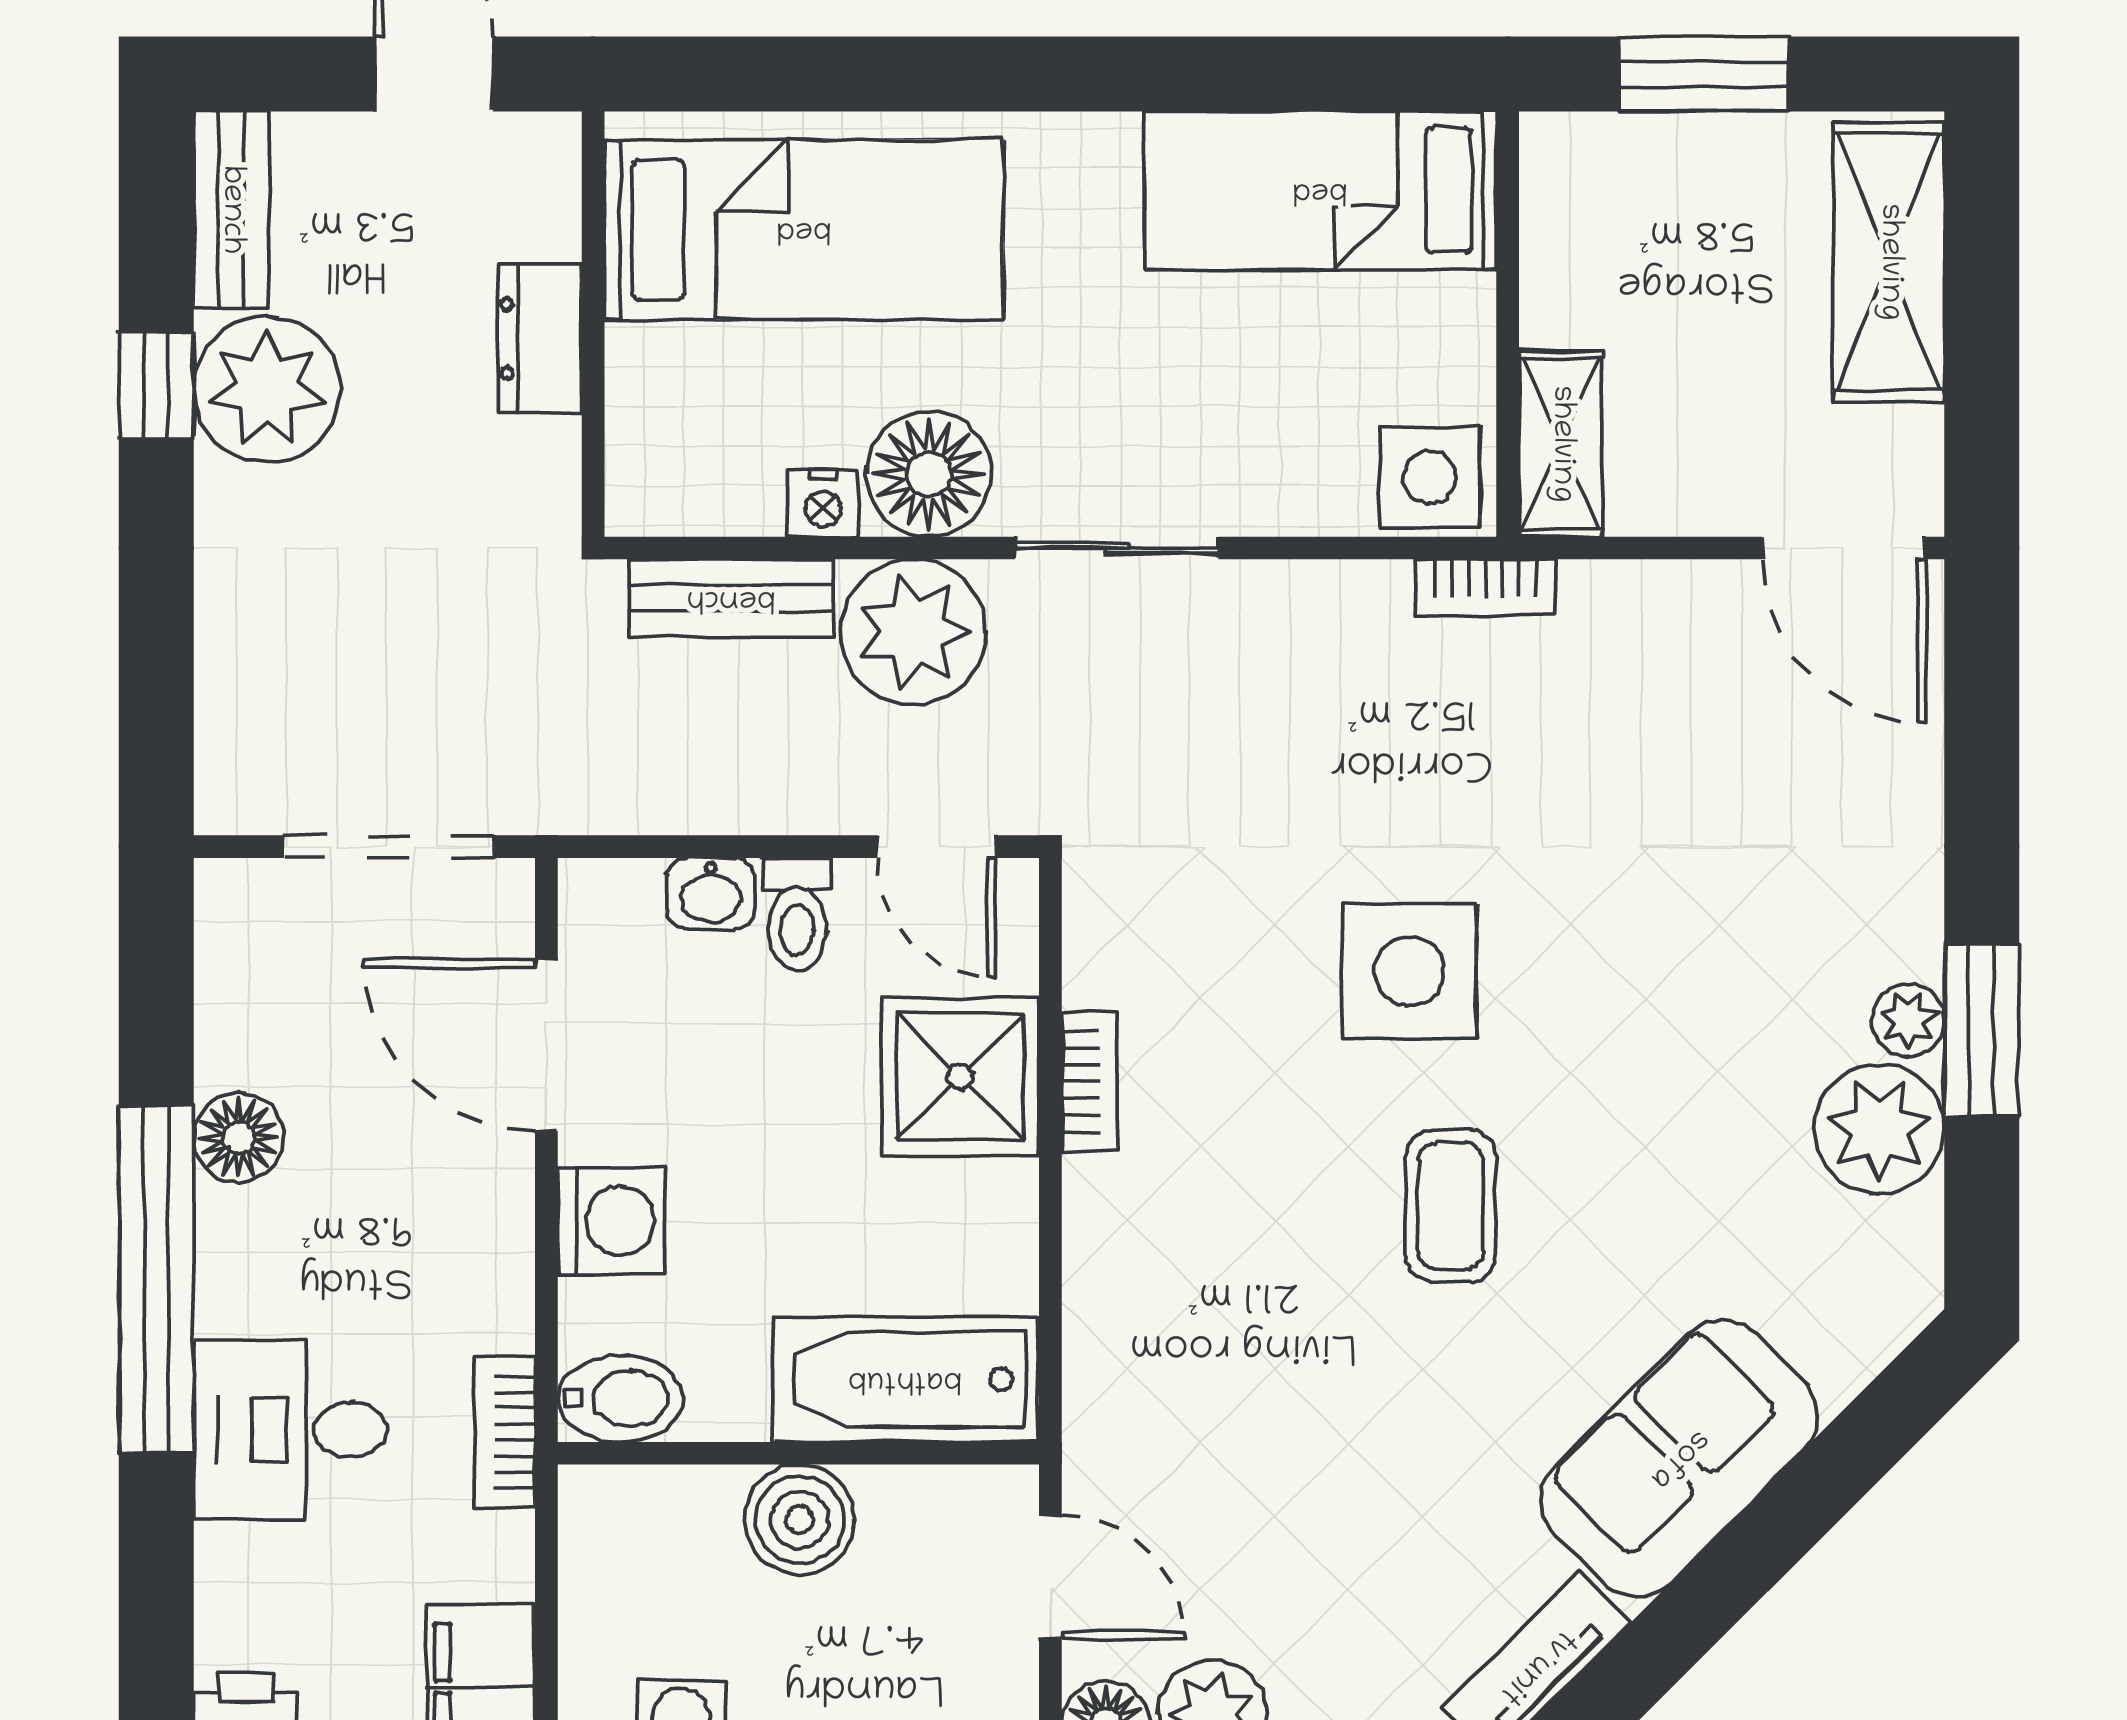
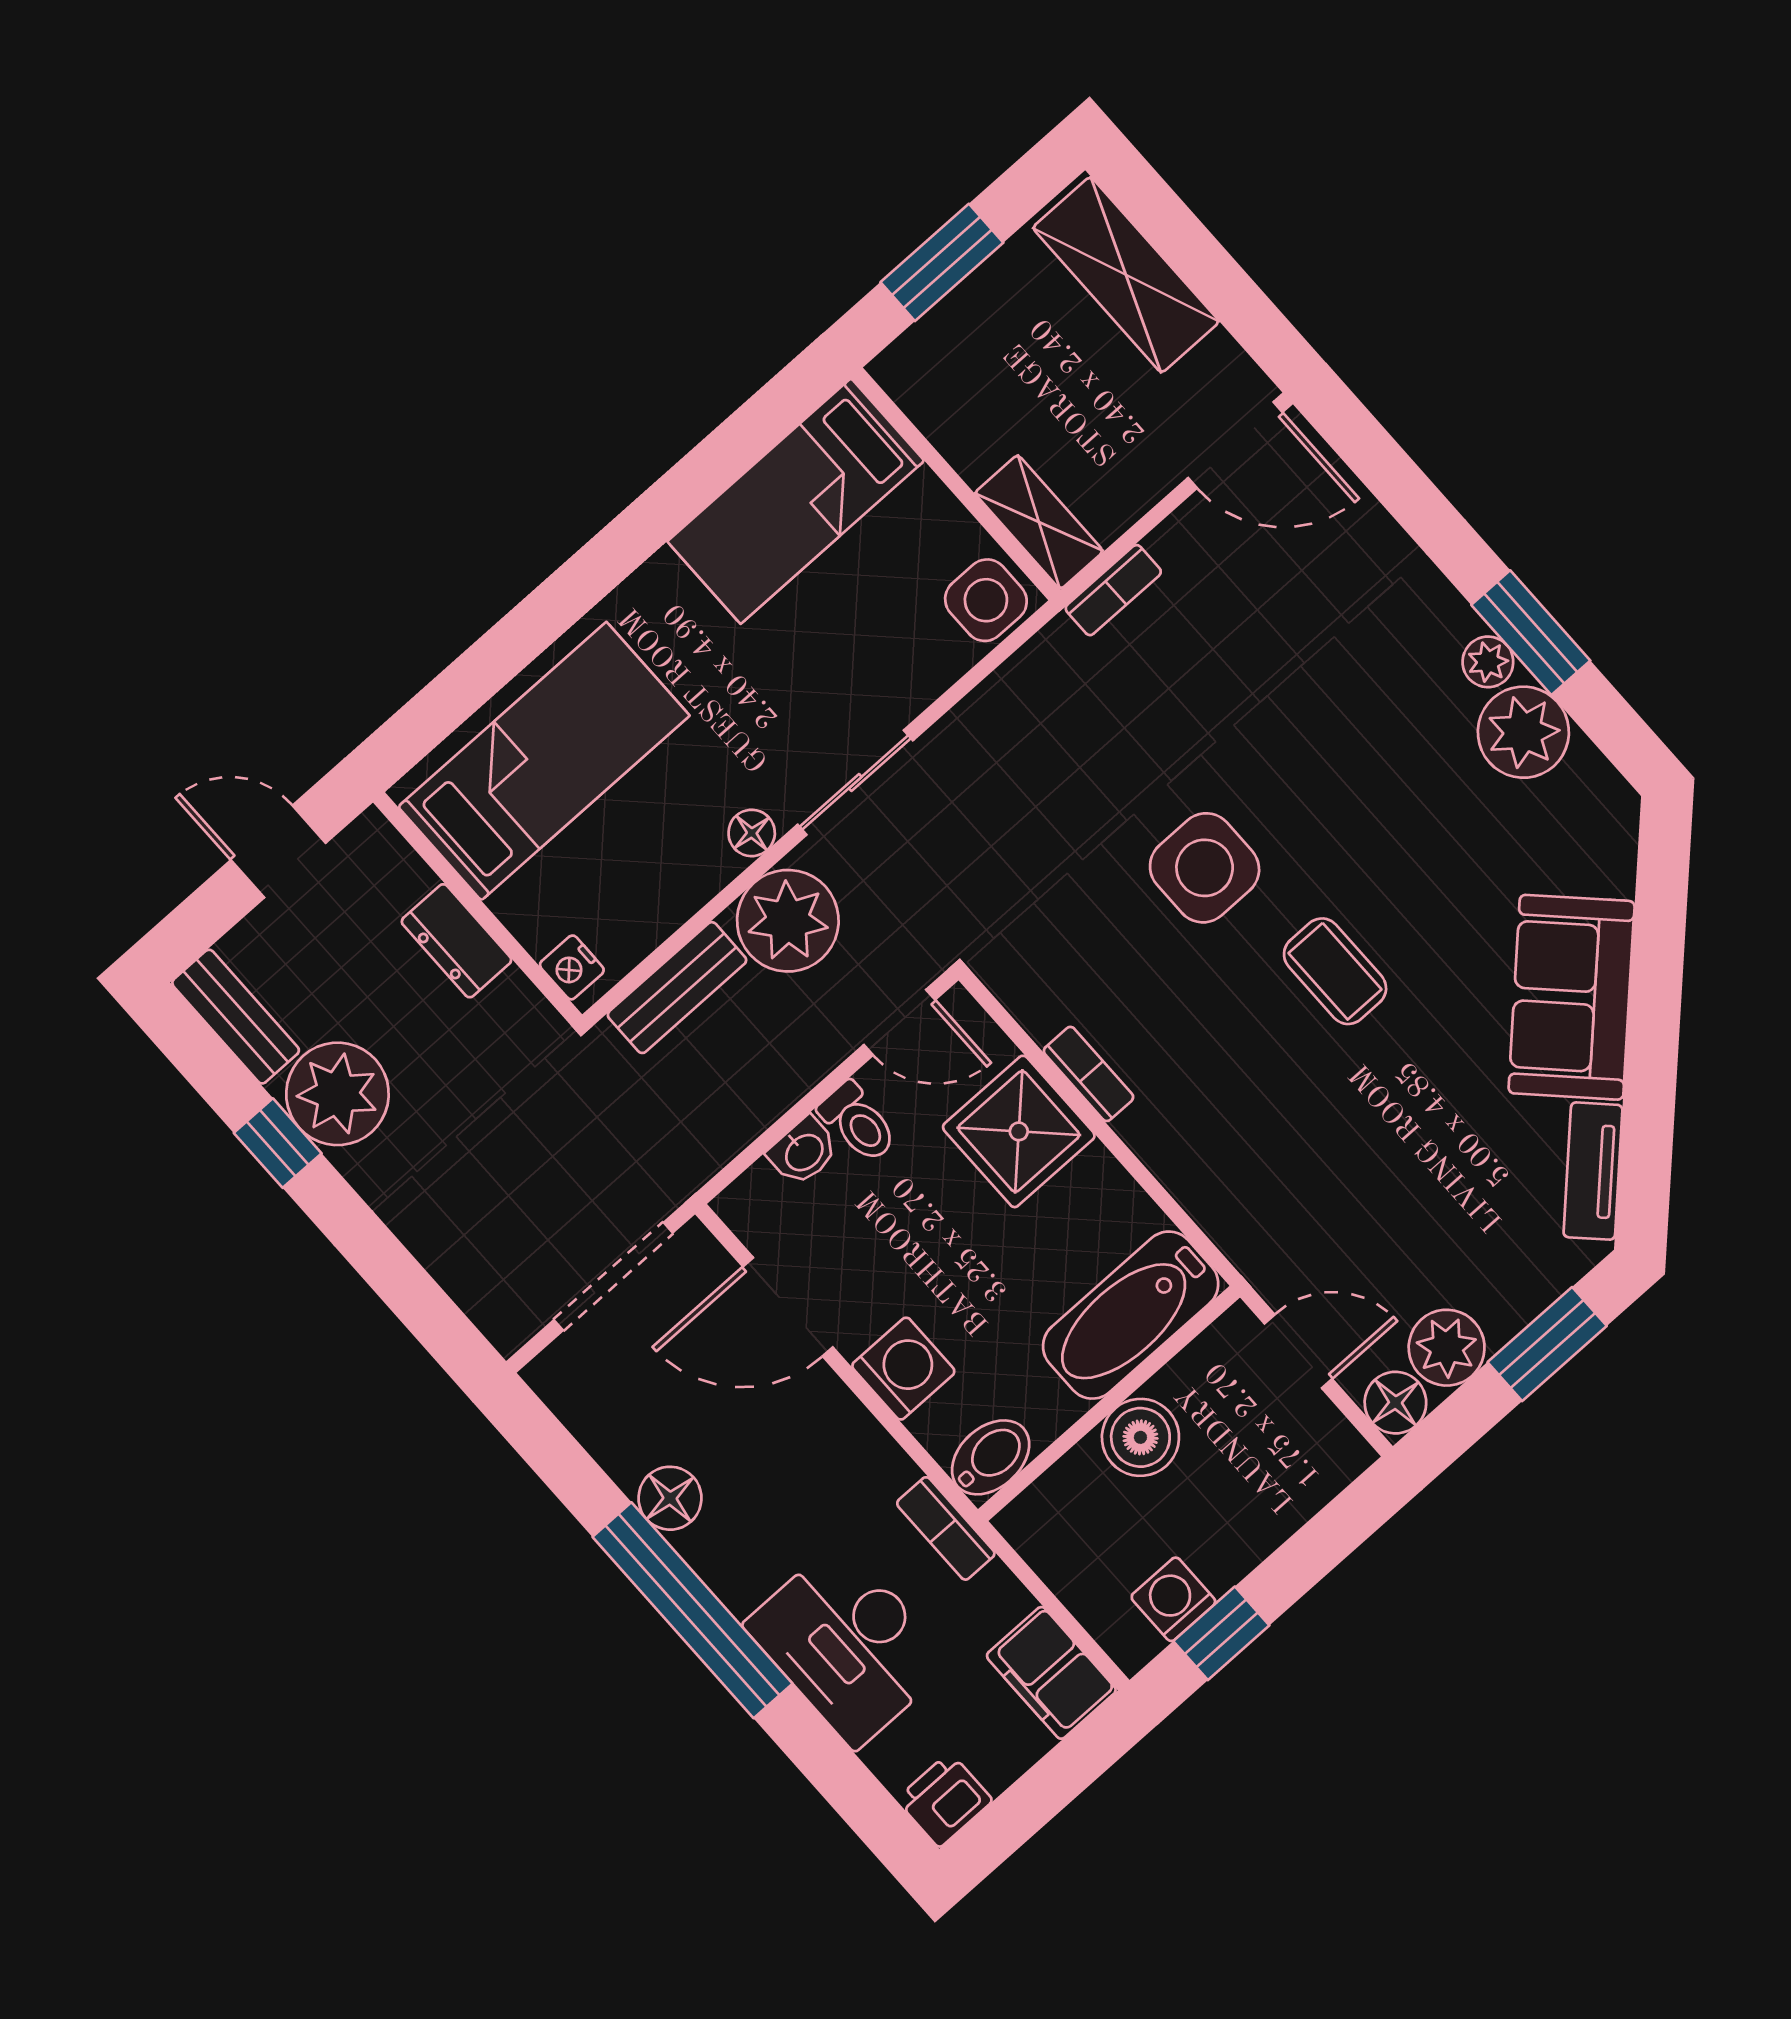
floor lamp: (929, 474) -> (752, 833), width x0.53, depth x0.53
nightstand: (823, 503) -> (572, 967), moved, turned 90
bookcase: (1485, 587) -> (1113, 590), moved
desk: (290, 1430) -> (848, 1644), width x1.37

